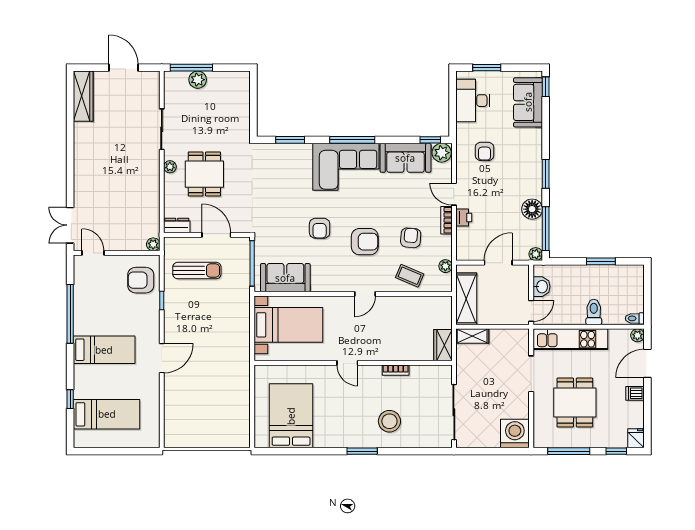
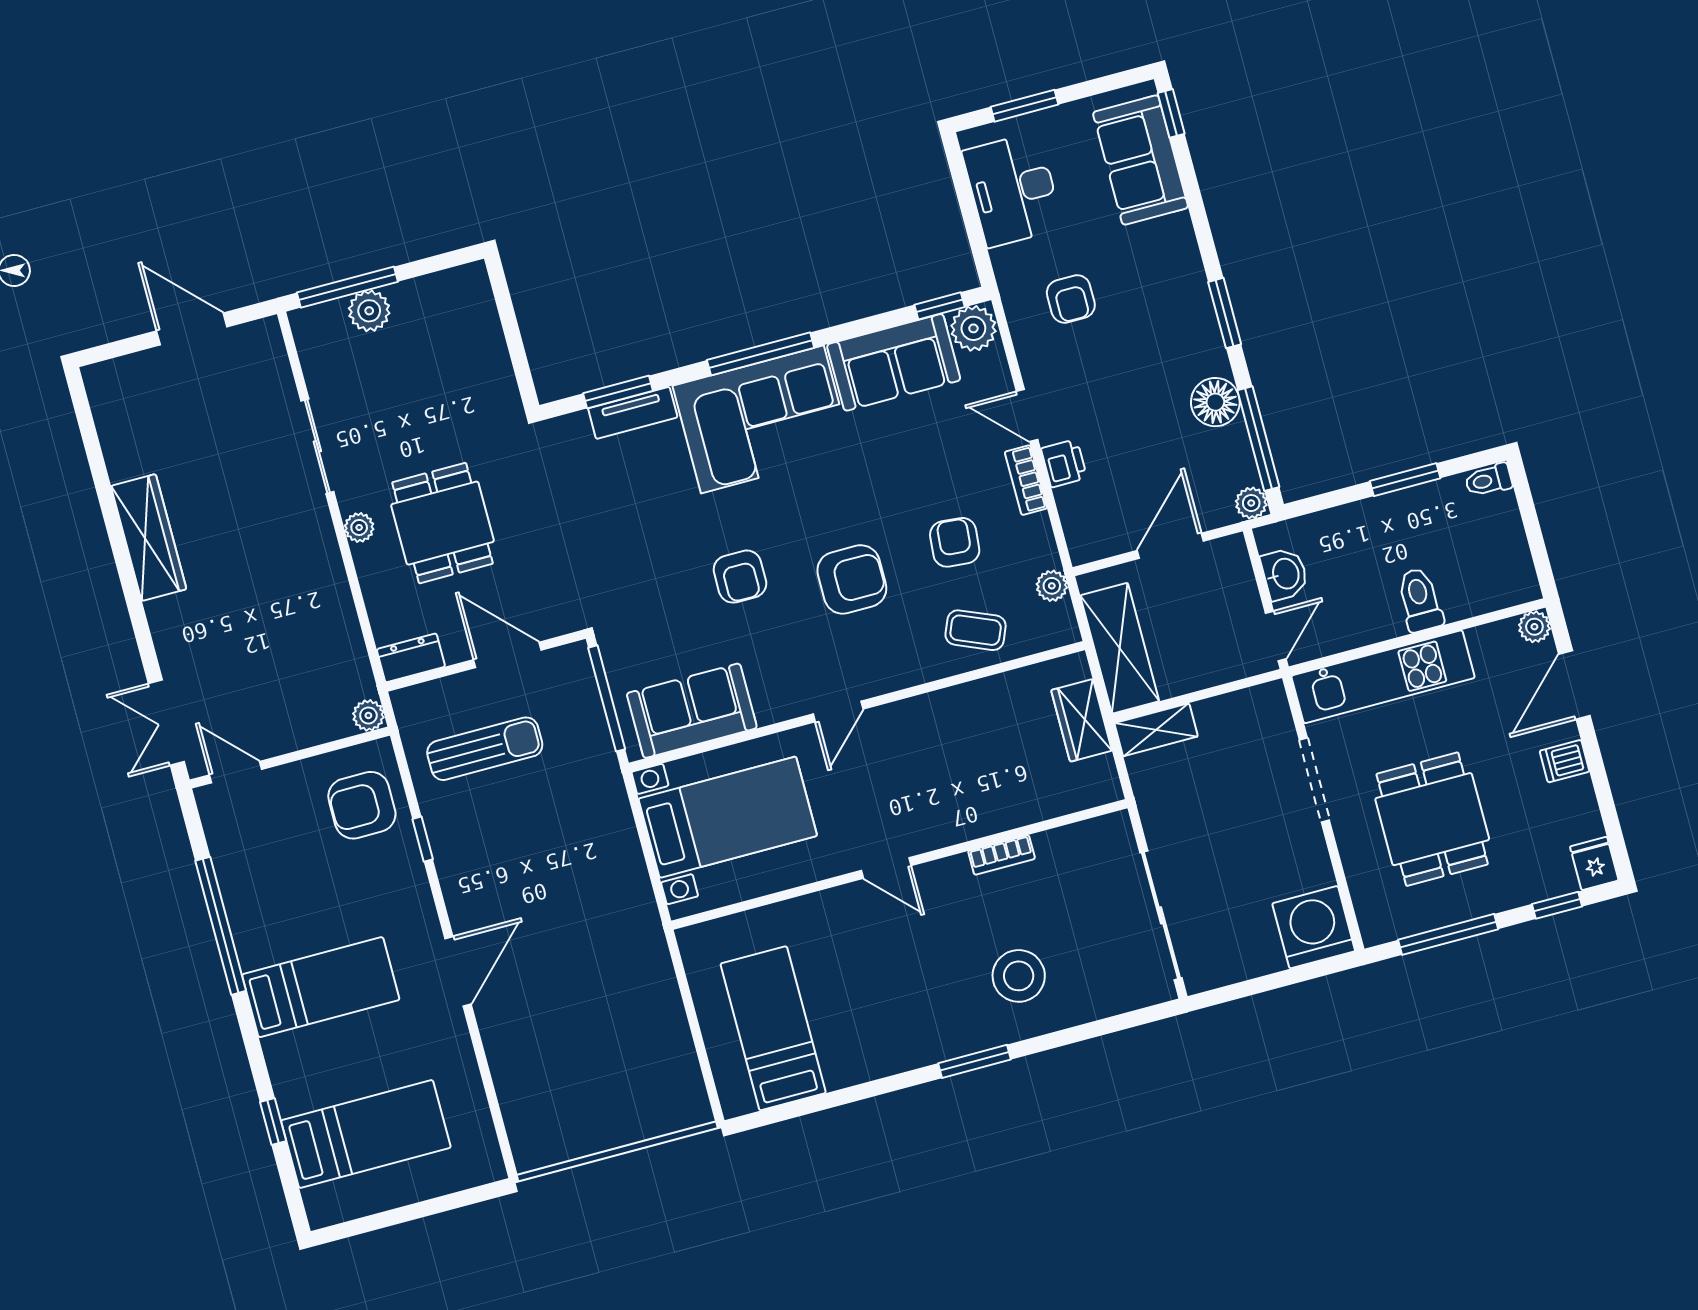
wardrobe: (83, 96) -> (149, 538), moved
tv unit: (294, 150) -> (633, 413), added
door: (365, 294) -> (838, 711), moved
toilet: (635, 318) -> (1488, 480), moved
wardrobe: (443, 345) -> (1082, 720), moved
bed: (291, 416) -> (773, 1028), width x0.67

